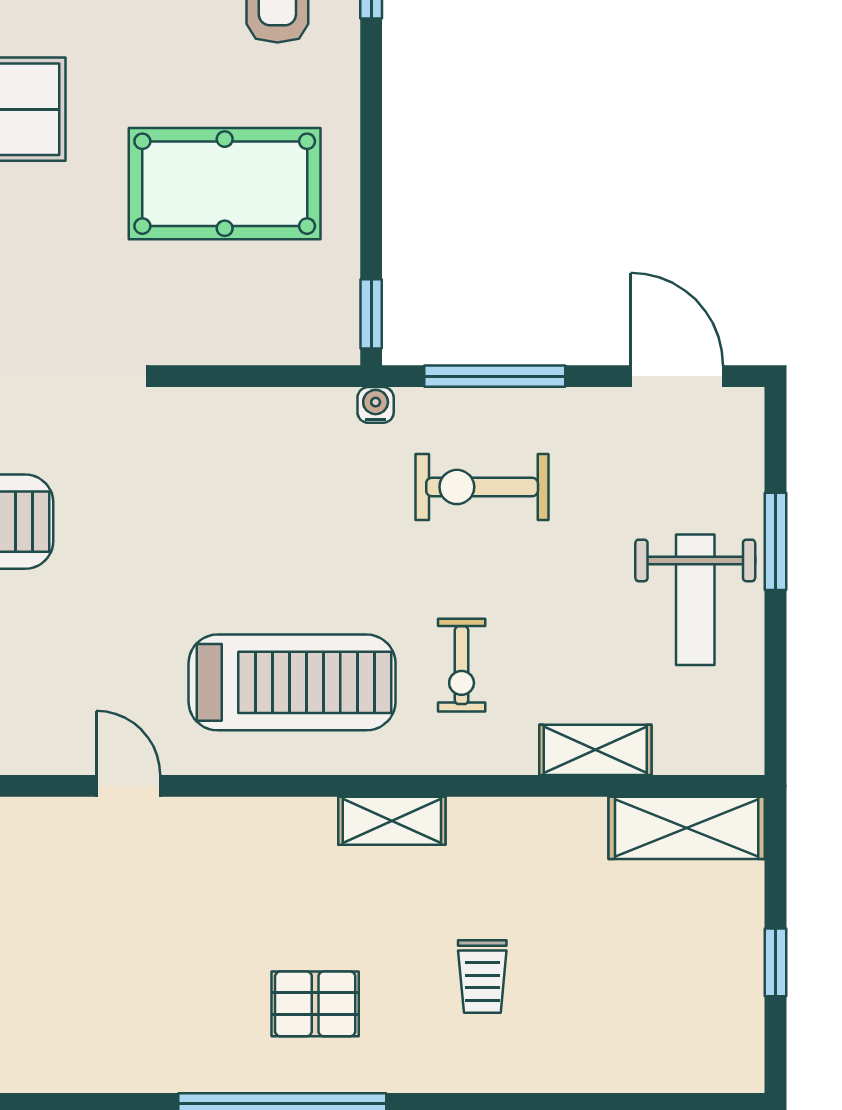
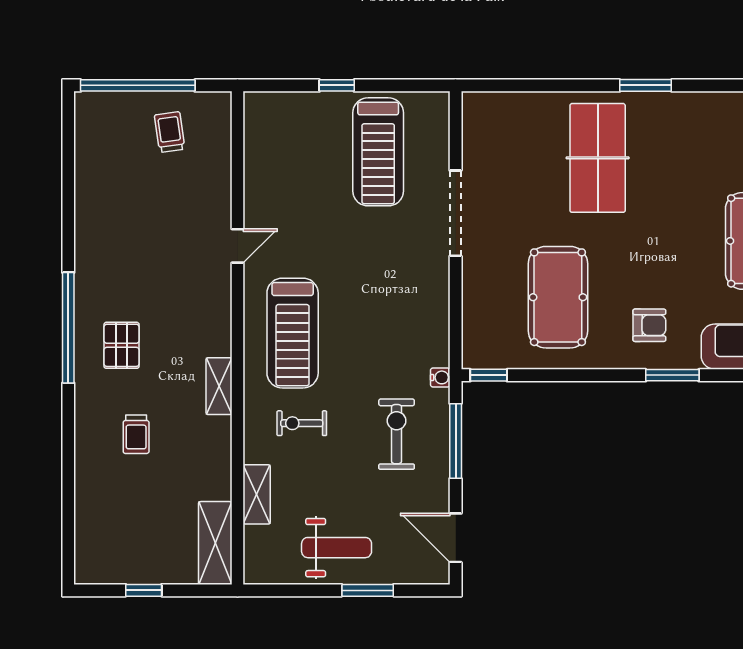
door: (677, 376) -> (456, 538), swing flipped
weight bench: (695, 600) -> (337, 548), turned 180
trolley: (482, 976) -> (136, 434), turned -90

